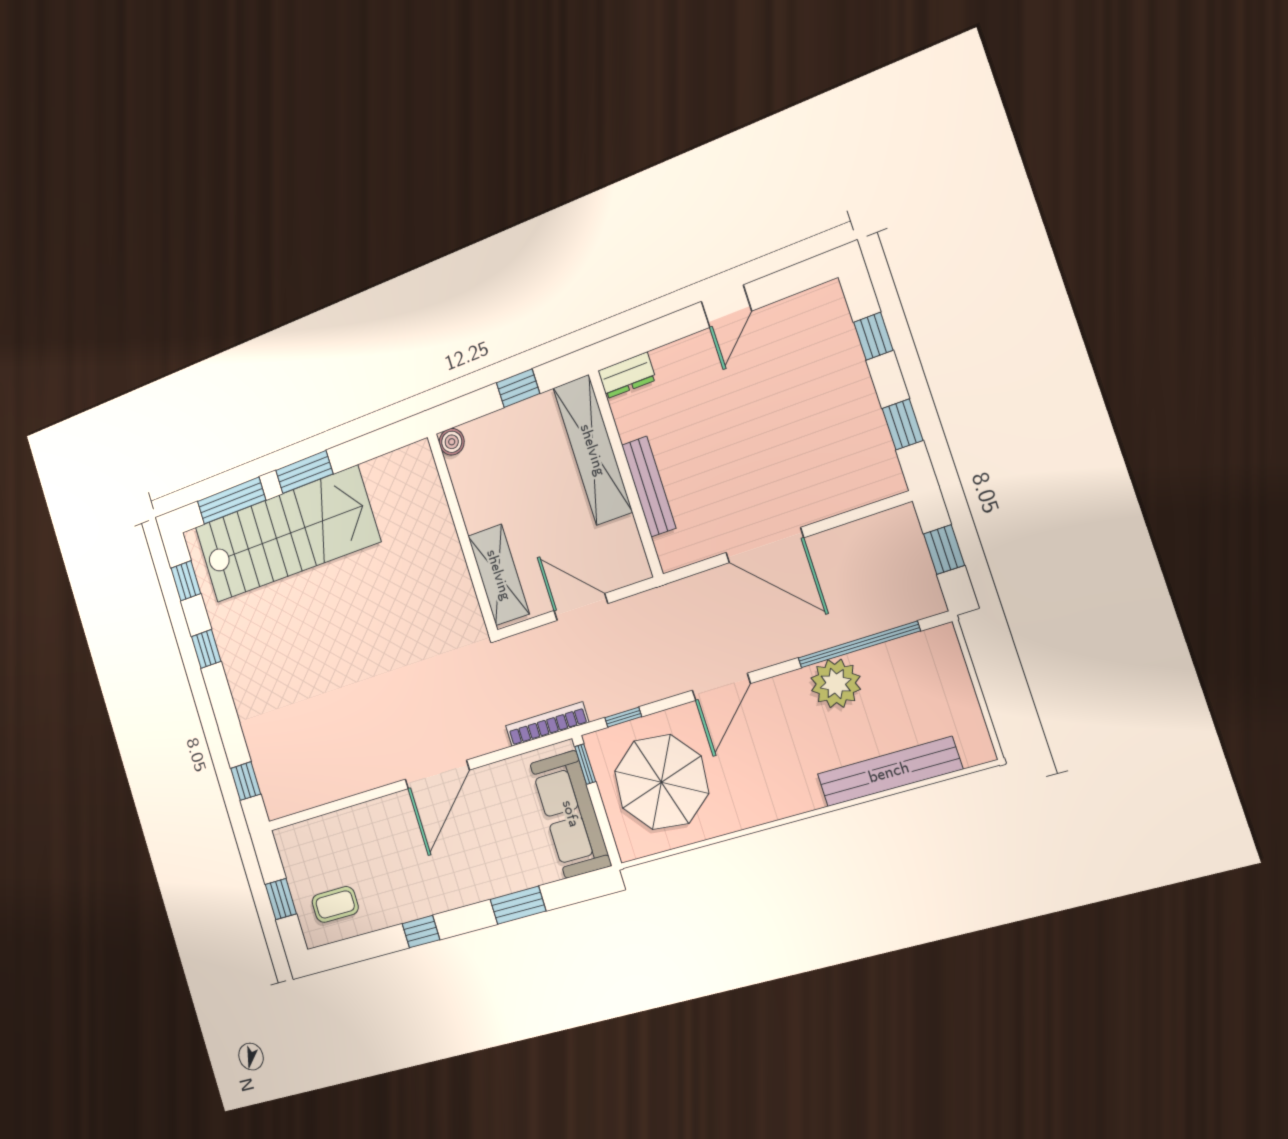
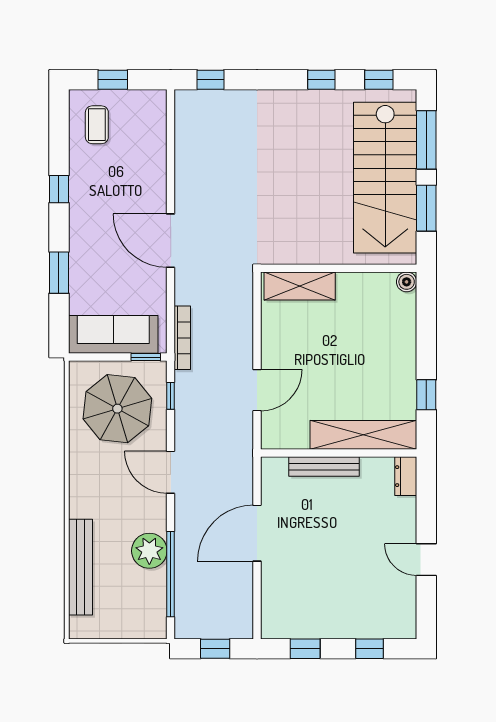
boiler: (452, 442) -> (407, 282), moved
wall: (462, 533) -> (339, 268), moved
shelving: (499, 575) -> (300, 286), moved

